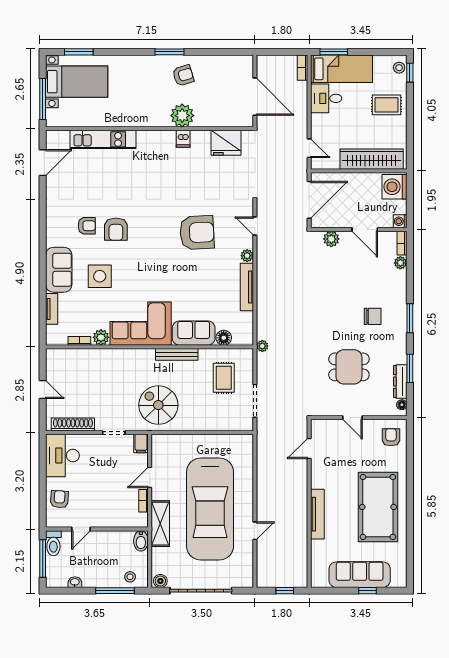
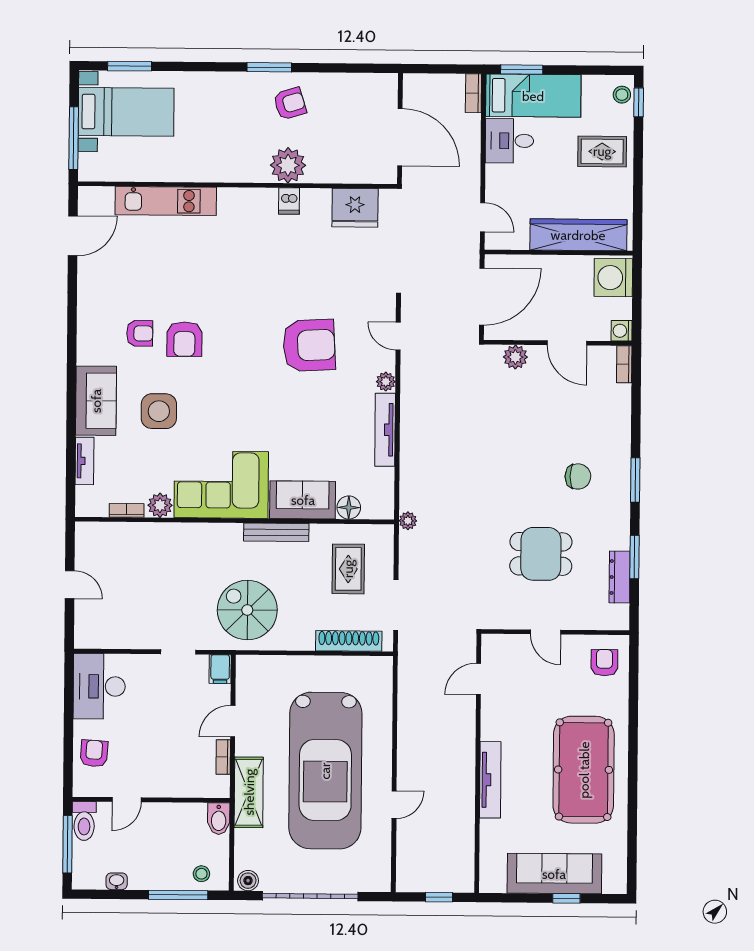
plant: (400, 263) -> (622, 395), removed
floor lamp: (402, 405) -> (622, 613), removed
shoe rack: (73, 425) -> (349, 641), moved

